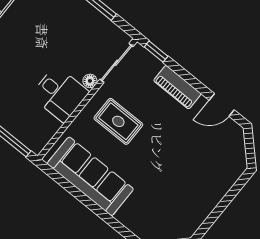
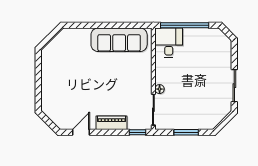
desk: (60, 94) -> (169, 43), moved, turned 90
rug: (118, 121) -> (128, 80), removed

